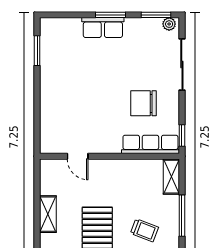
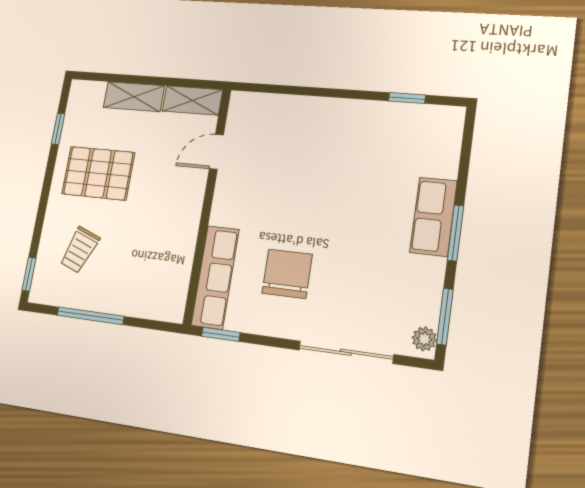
window: (37, 51) -> (407, 98), width x0.67
shelving: (171, 177) -> (192, 100), moved

